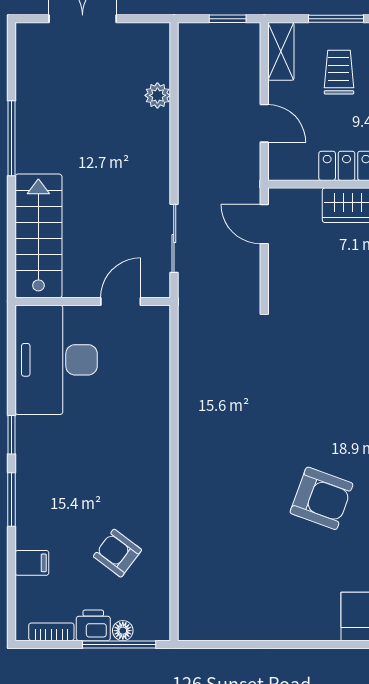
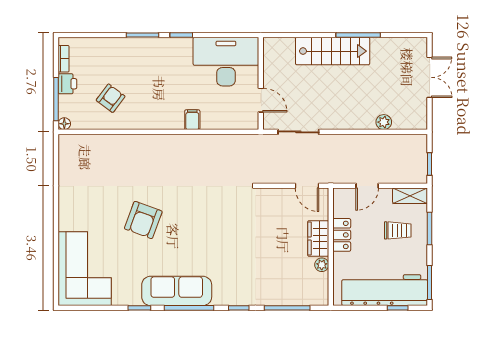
door: (264, 224) -> (307, 186), swing flipped
stairs: (38, 236) -> (333, 51), moved
filing cabinet: (32, 563) -> (192, 120), moved, turned 180
floor lamp: (123, 631) -> (64, 124), moved

